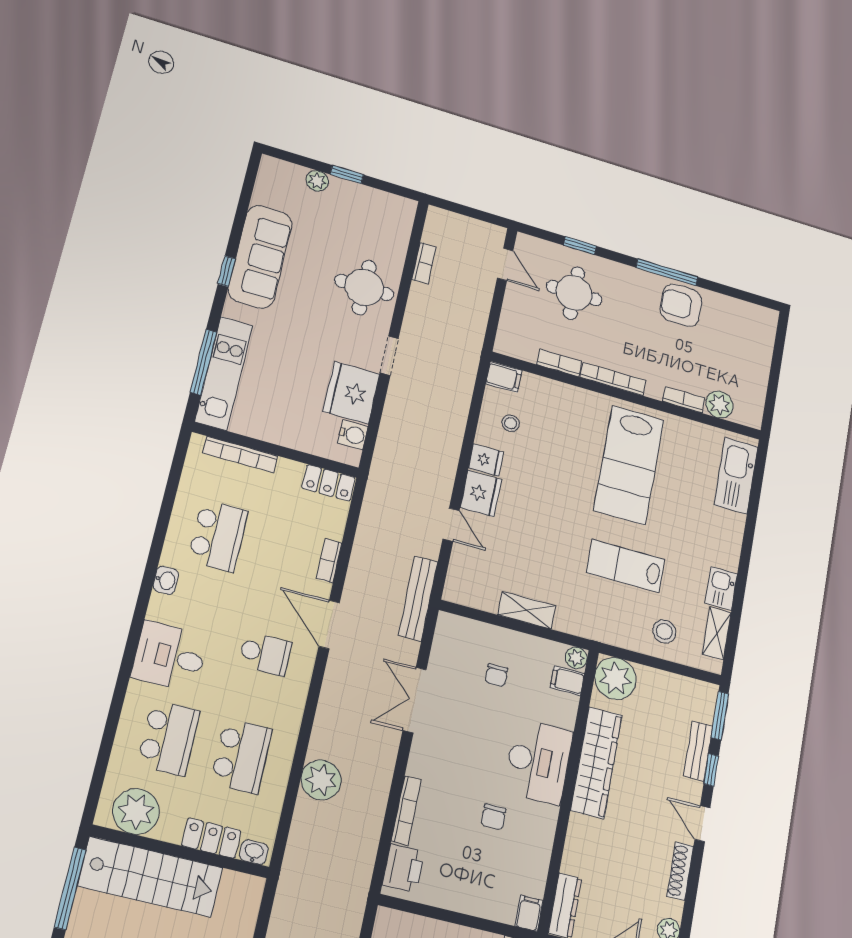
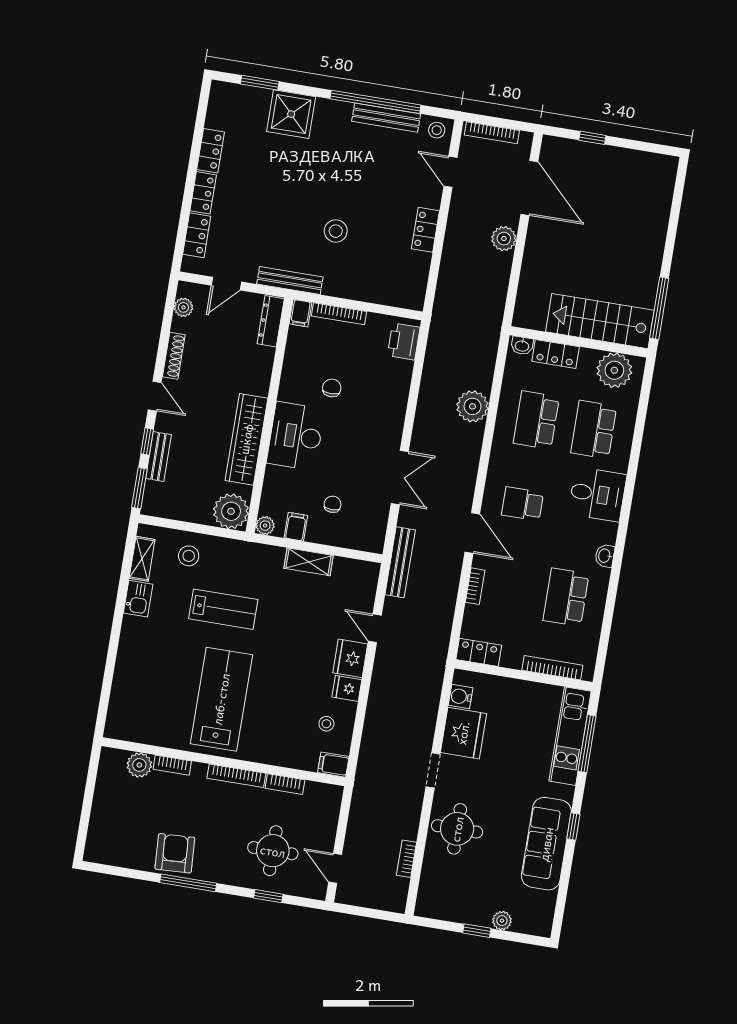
armchair: (681, 305) -> (175, 853), turned -93
kitchen sink: (736, 476) -> (124, 701), removed
filing cabinet: (567, 681) -> (296, 527), moved, turned -90
bookcase: (406, 810) -> (339, 314), moved, turned -90

